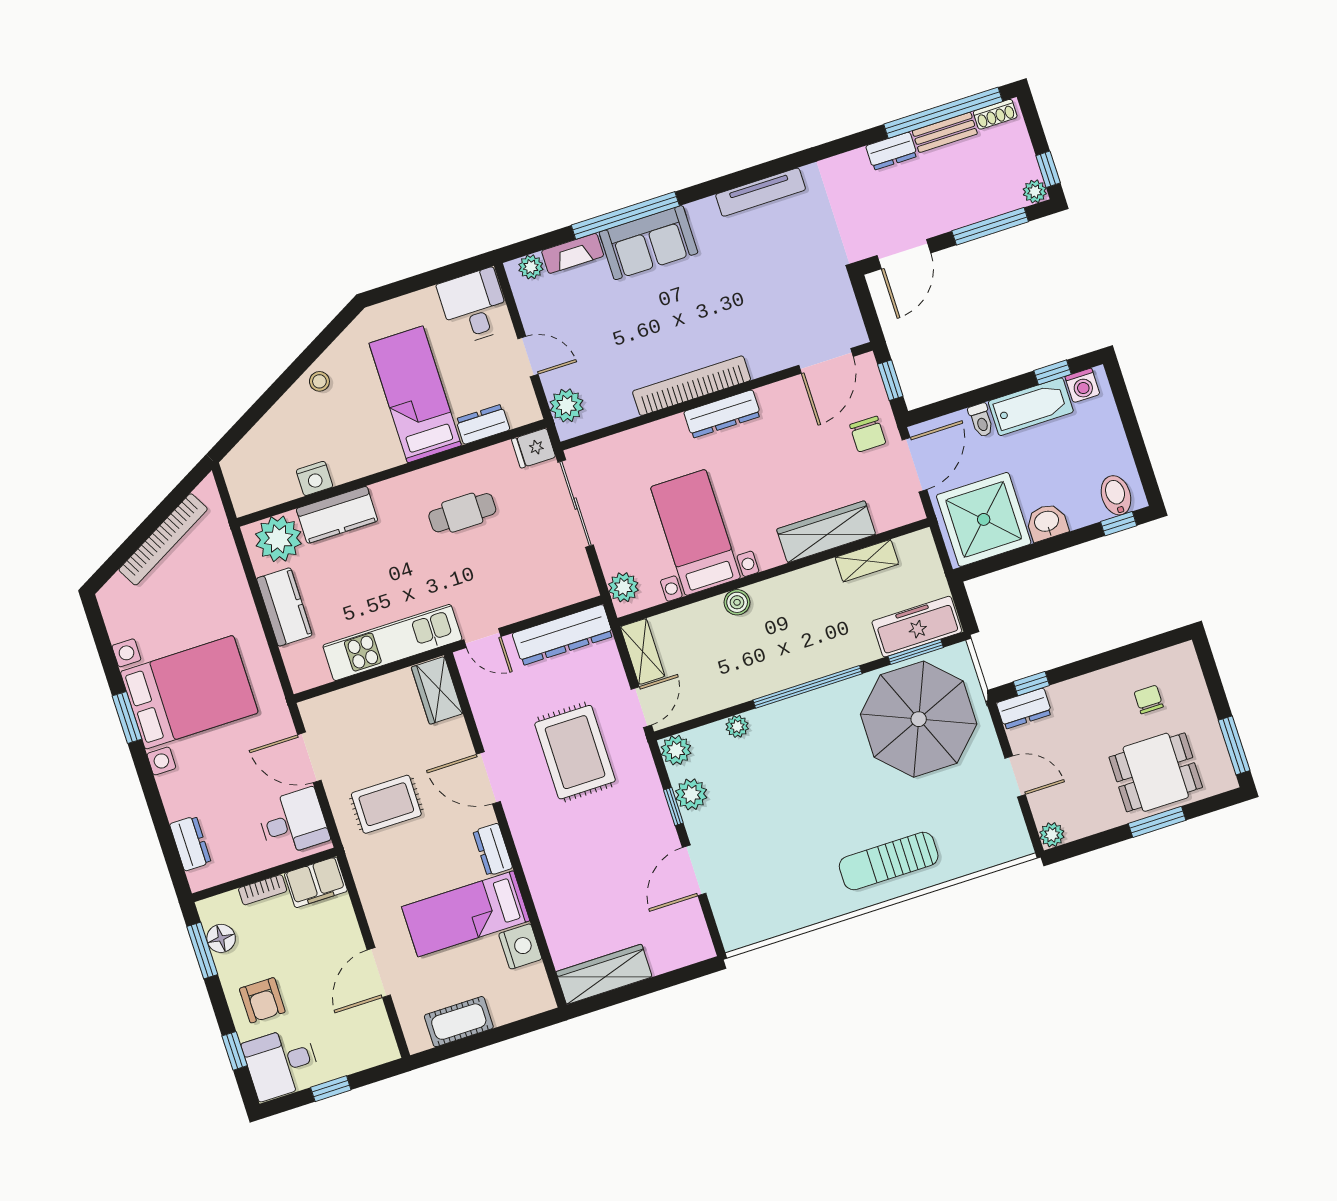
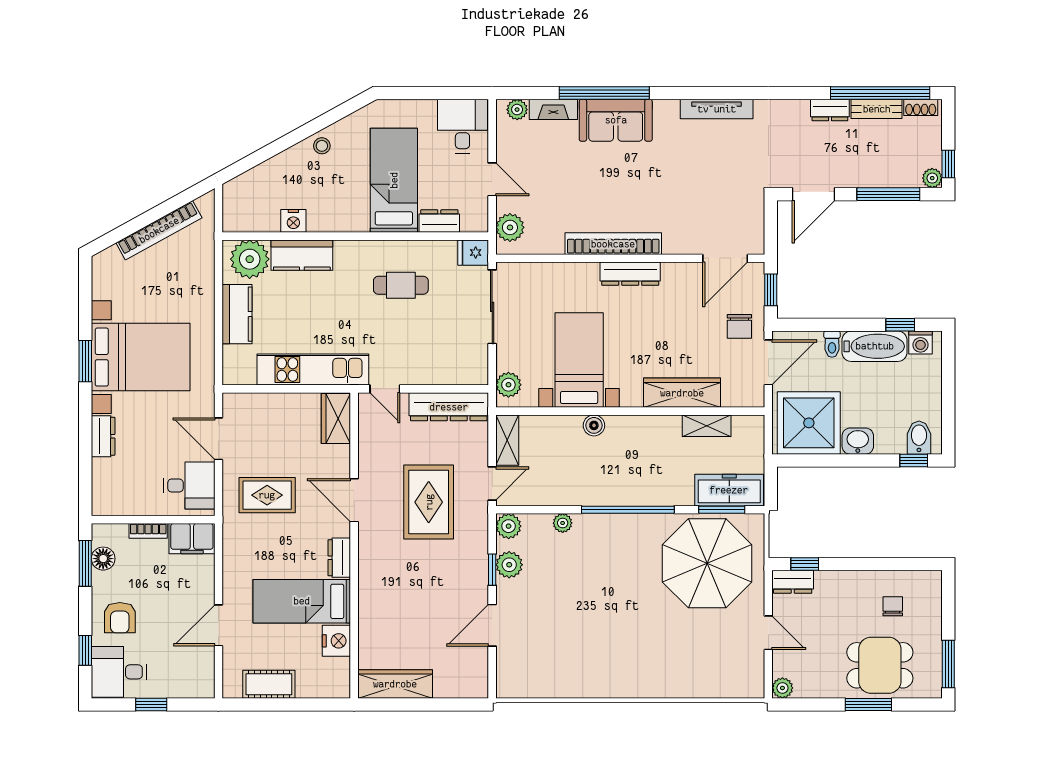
dresser: (190, 843) -> (103, 436), moved
sun lounger: (889, 861) -> (647, 667), removed

